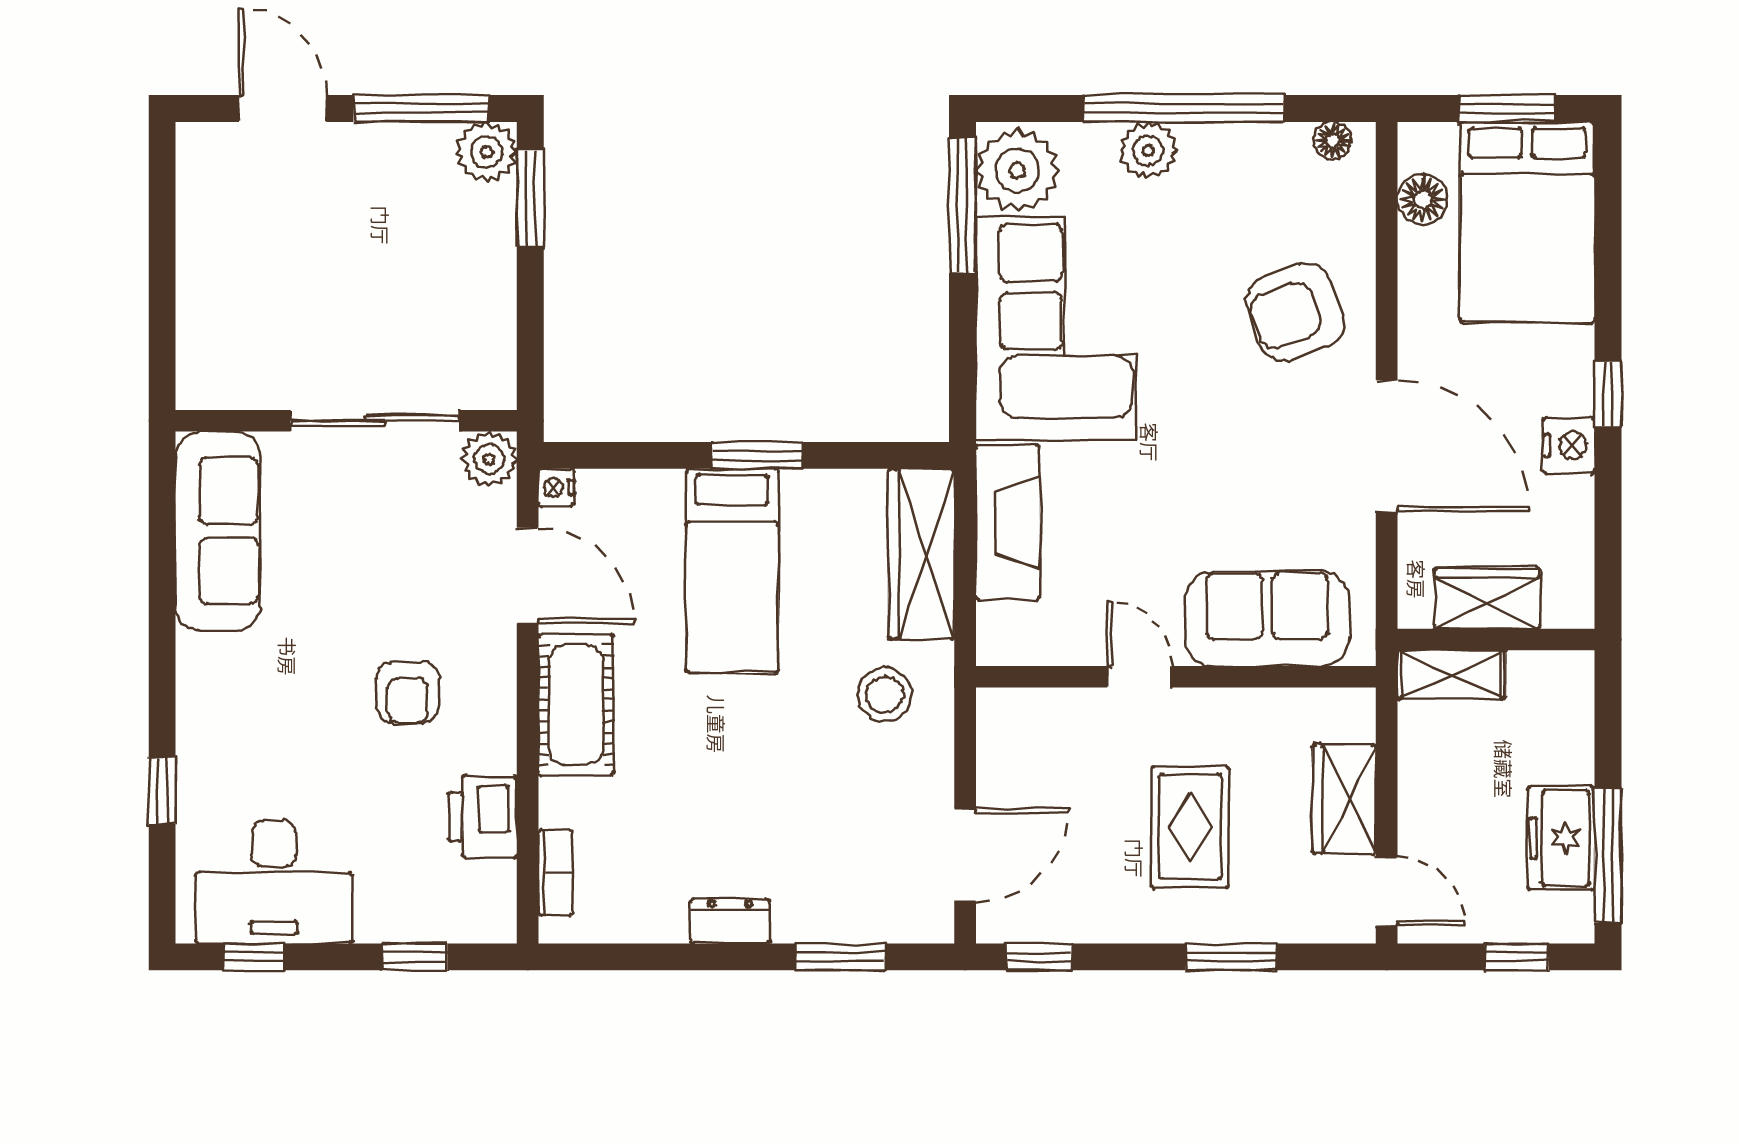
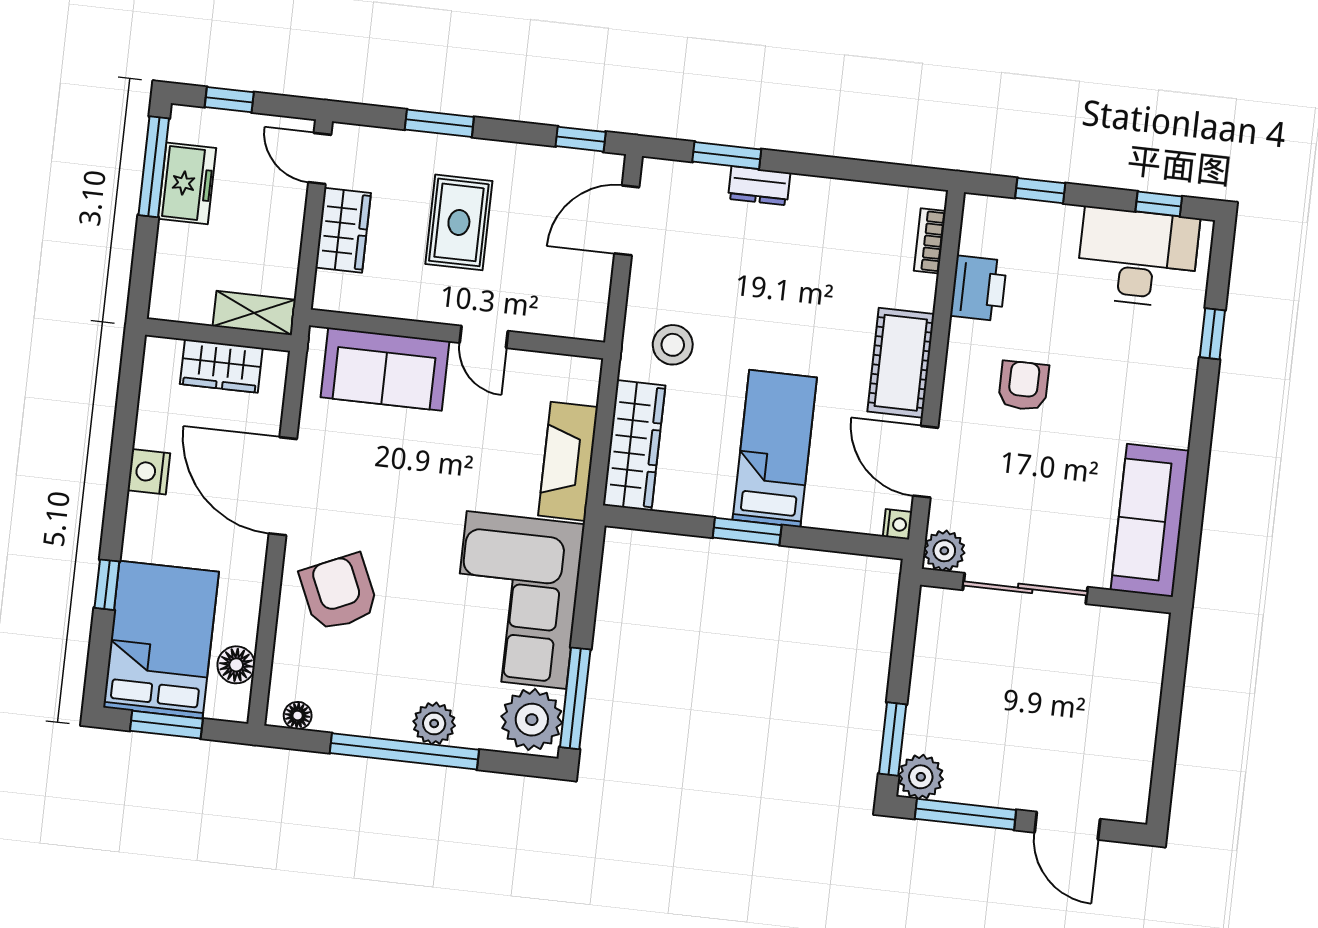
armchair: (1295, 312) -> (339, 592), turned -95
window: (1608, 394) -> (107, 585), moved
dresser: (730, 921) -> (759, 186), moved

